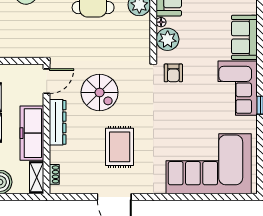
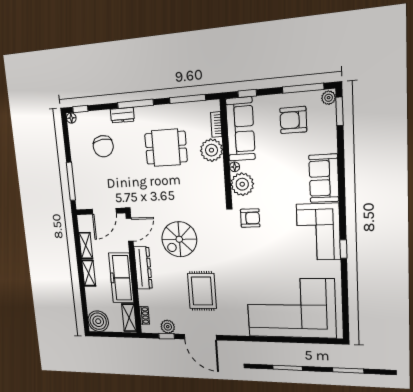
door: (20, 61) -> (104, 211), added
armchair: (173, 73) -> (250, 218), turned -90
spiral stairs: (100, 92) -> (179, 239), turned 90
plant: (80, 186) -> (168, 327), added
window: (77, 197) -> (167, 336), added

